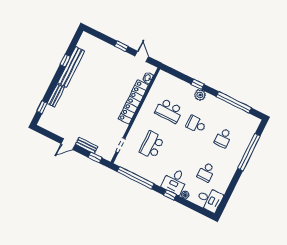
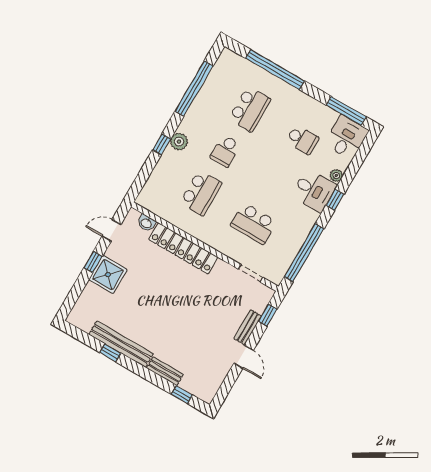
shower: (114, 56) -> (108, 275), added
school desk: (223, 138) -> (250, 109), width x1.85
window: (226, 198) -> (346, 111), added

